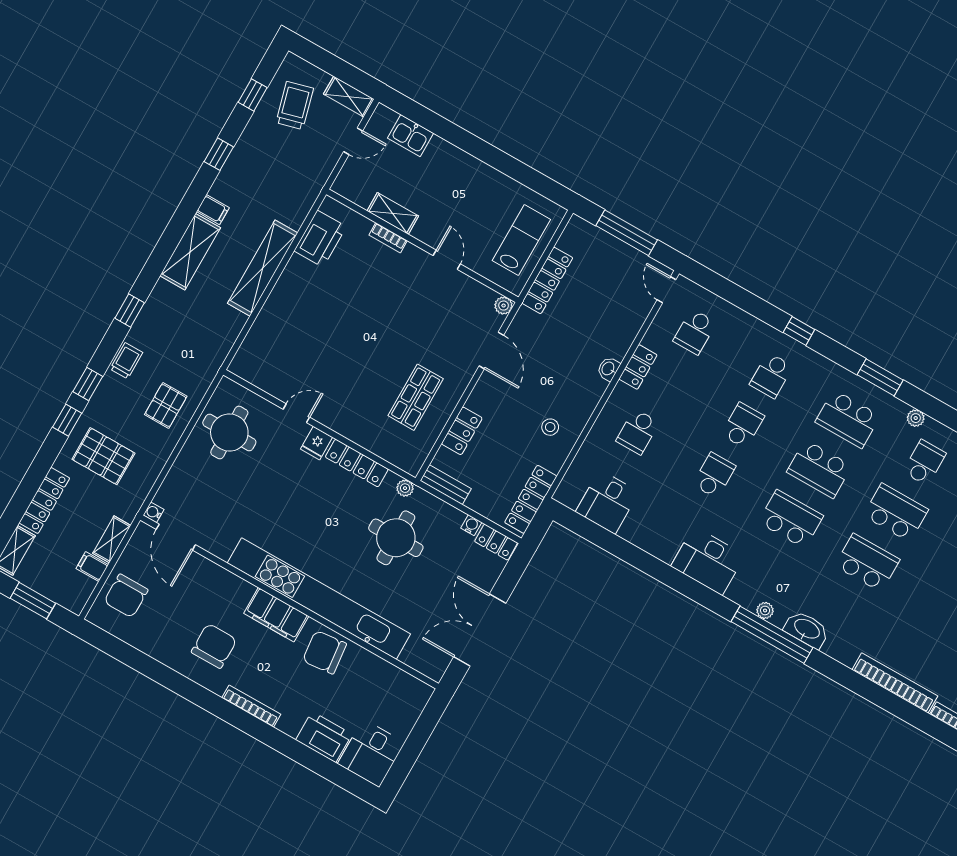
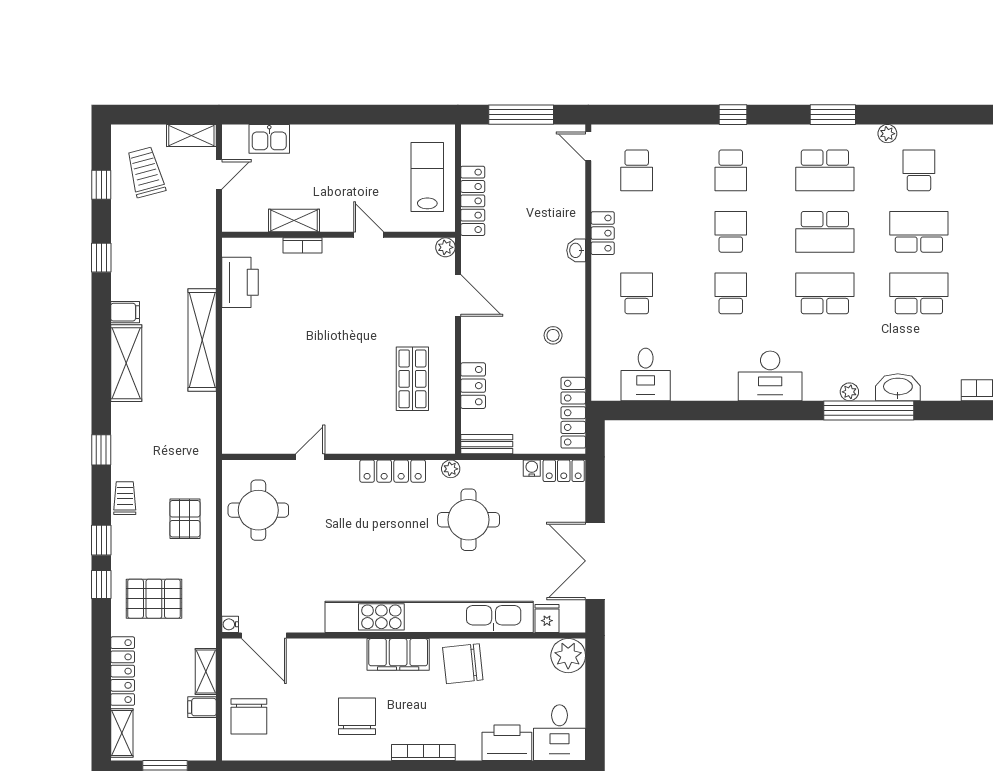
school desk: (638, 432) -> (637, 293), turned 180
fridge: (317, 443) -> (547, 618), moved, turned 180
plant: (414, 695) -> (568, 656), added

